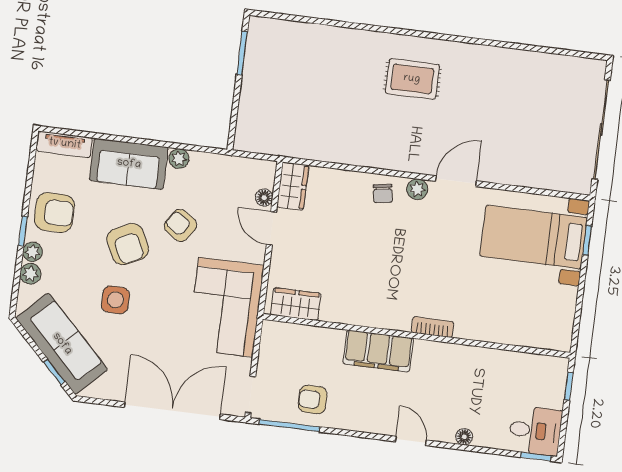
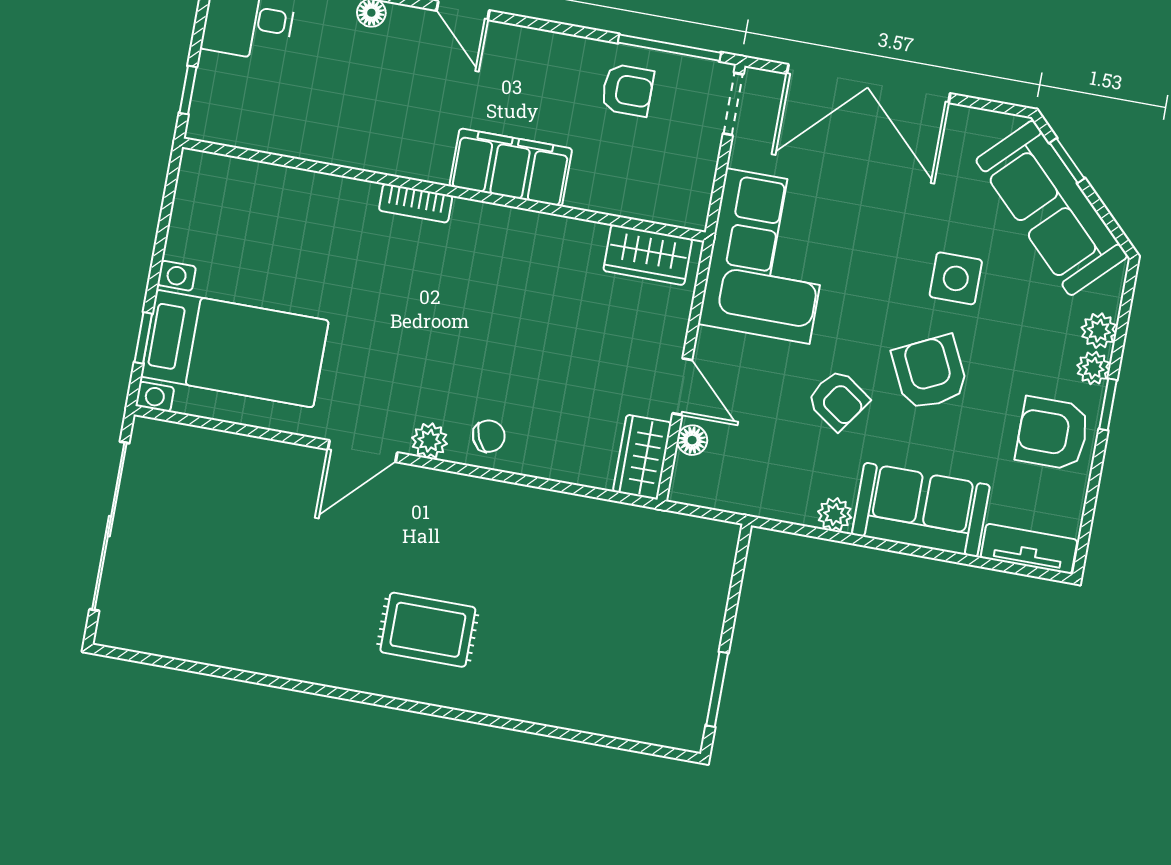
chair: (383, 194) -> (489, 436), turned 75

